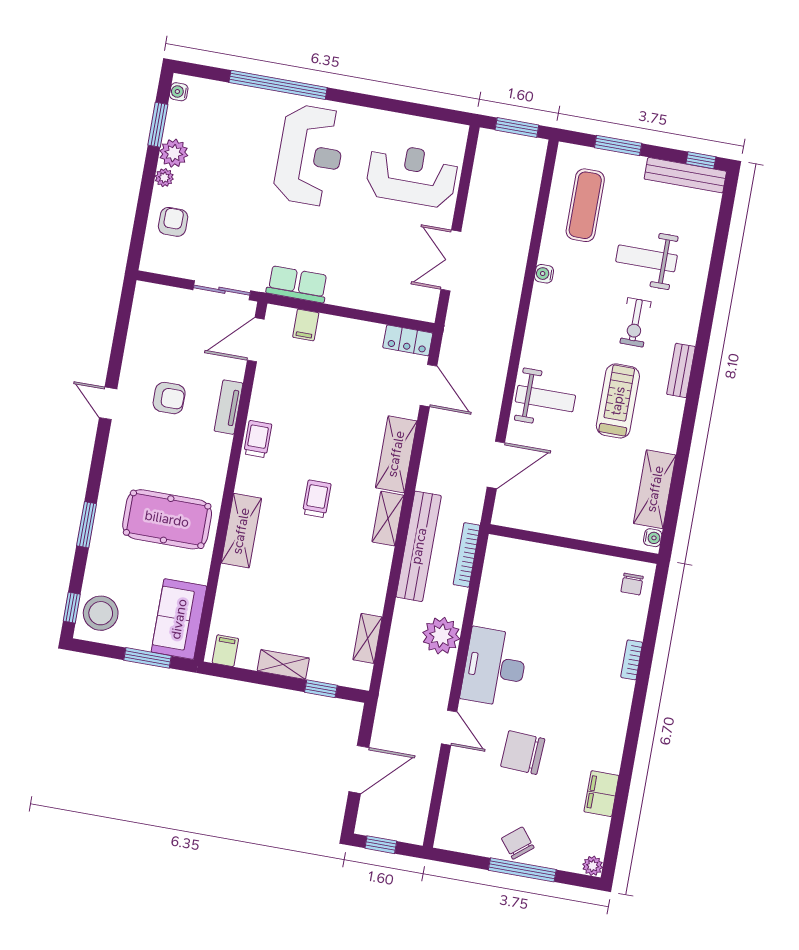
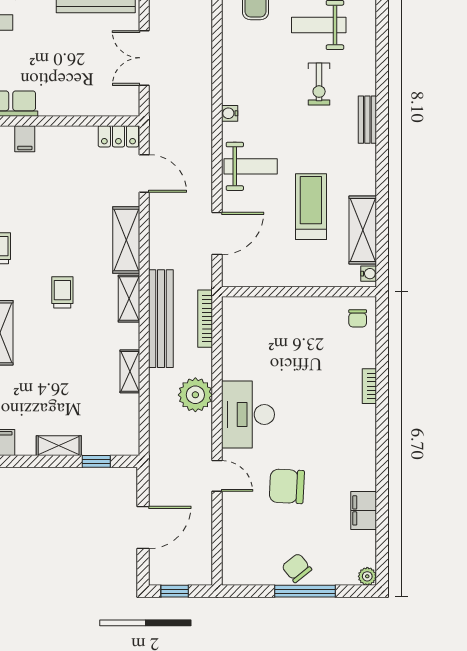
water cooler: (544, 274) -> (230, 113), moved
treadmill: (618, 401) -> (311, 207), moved
shelving: (367, 638) -> (130, 371), moved

